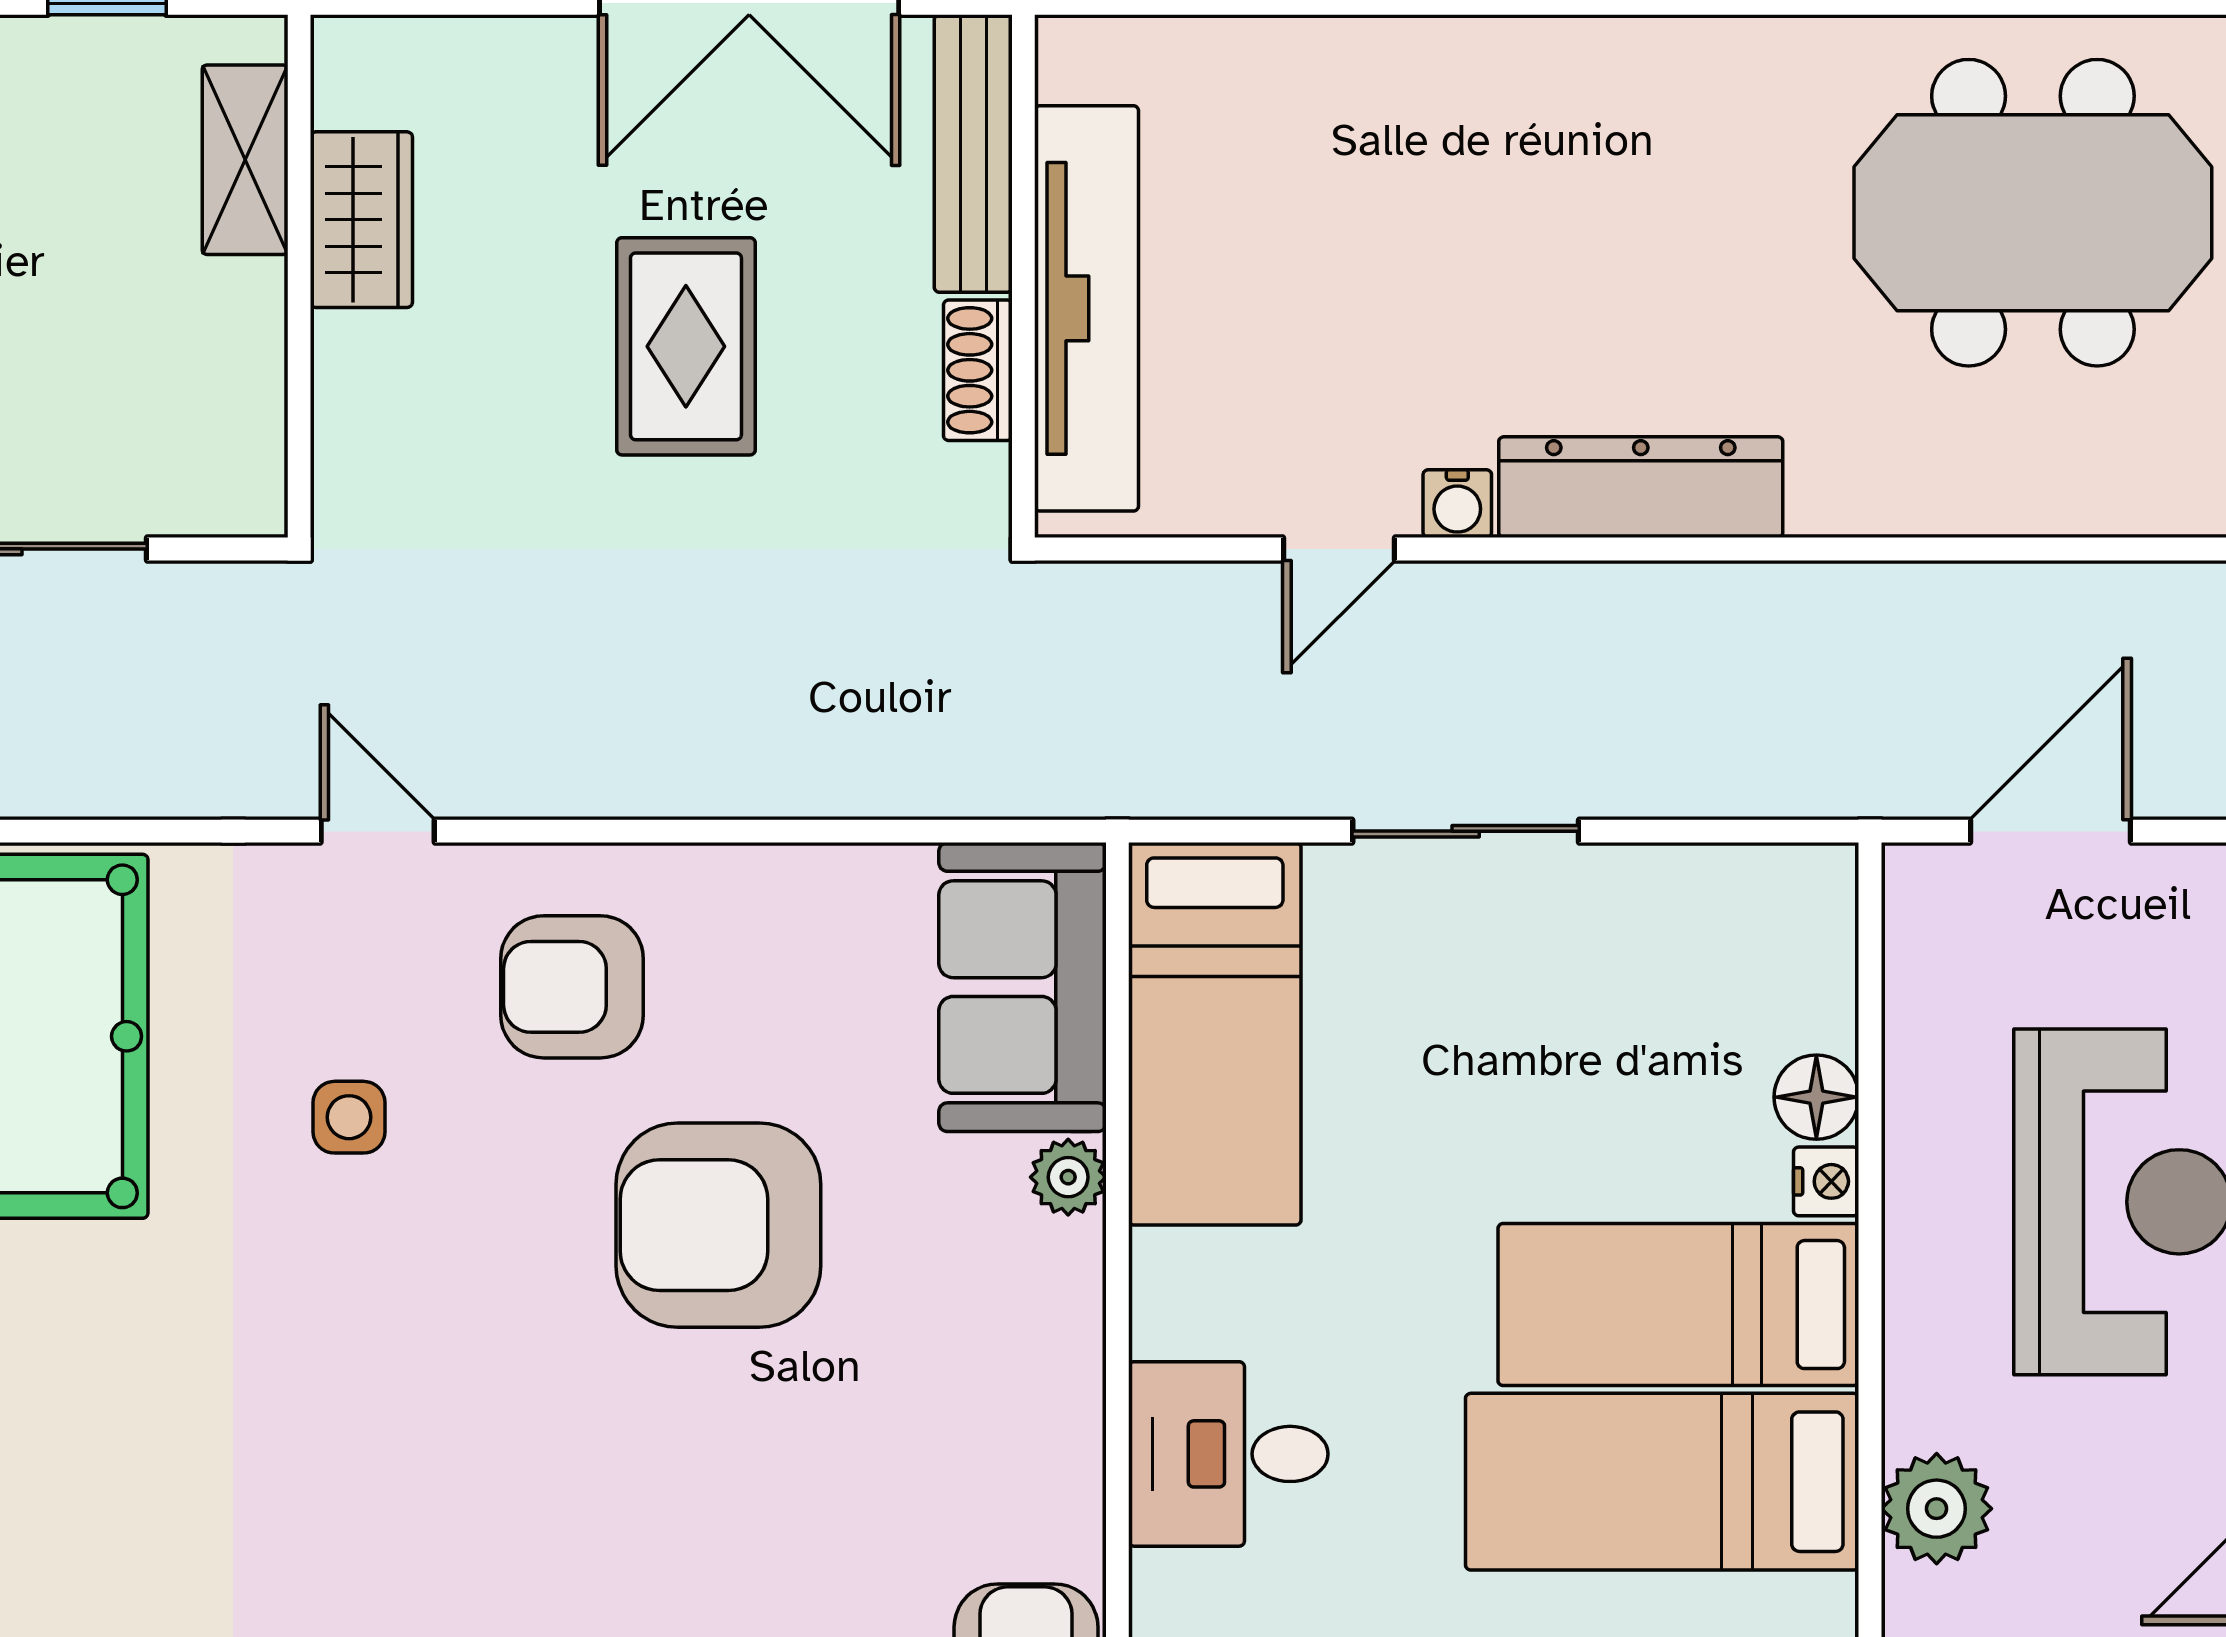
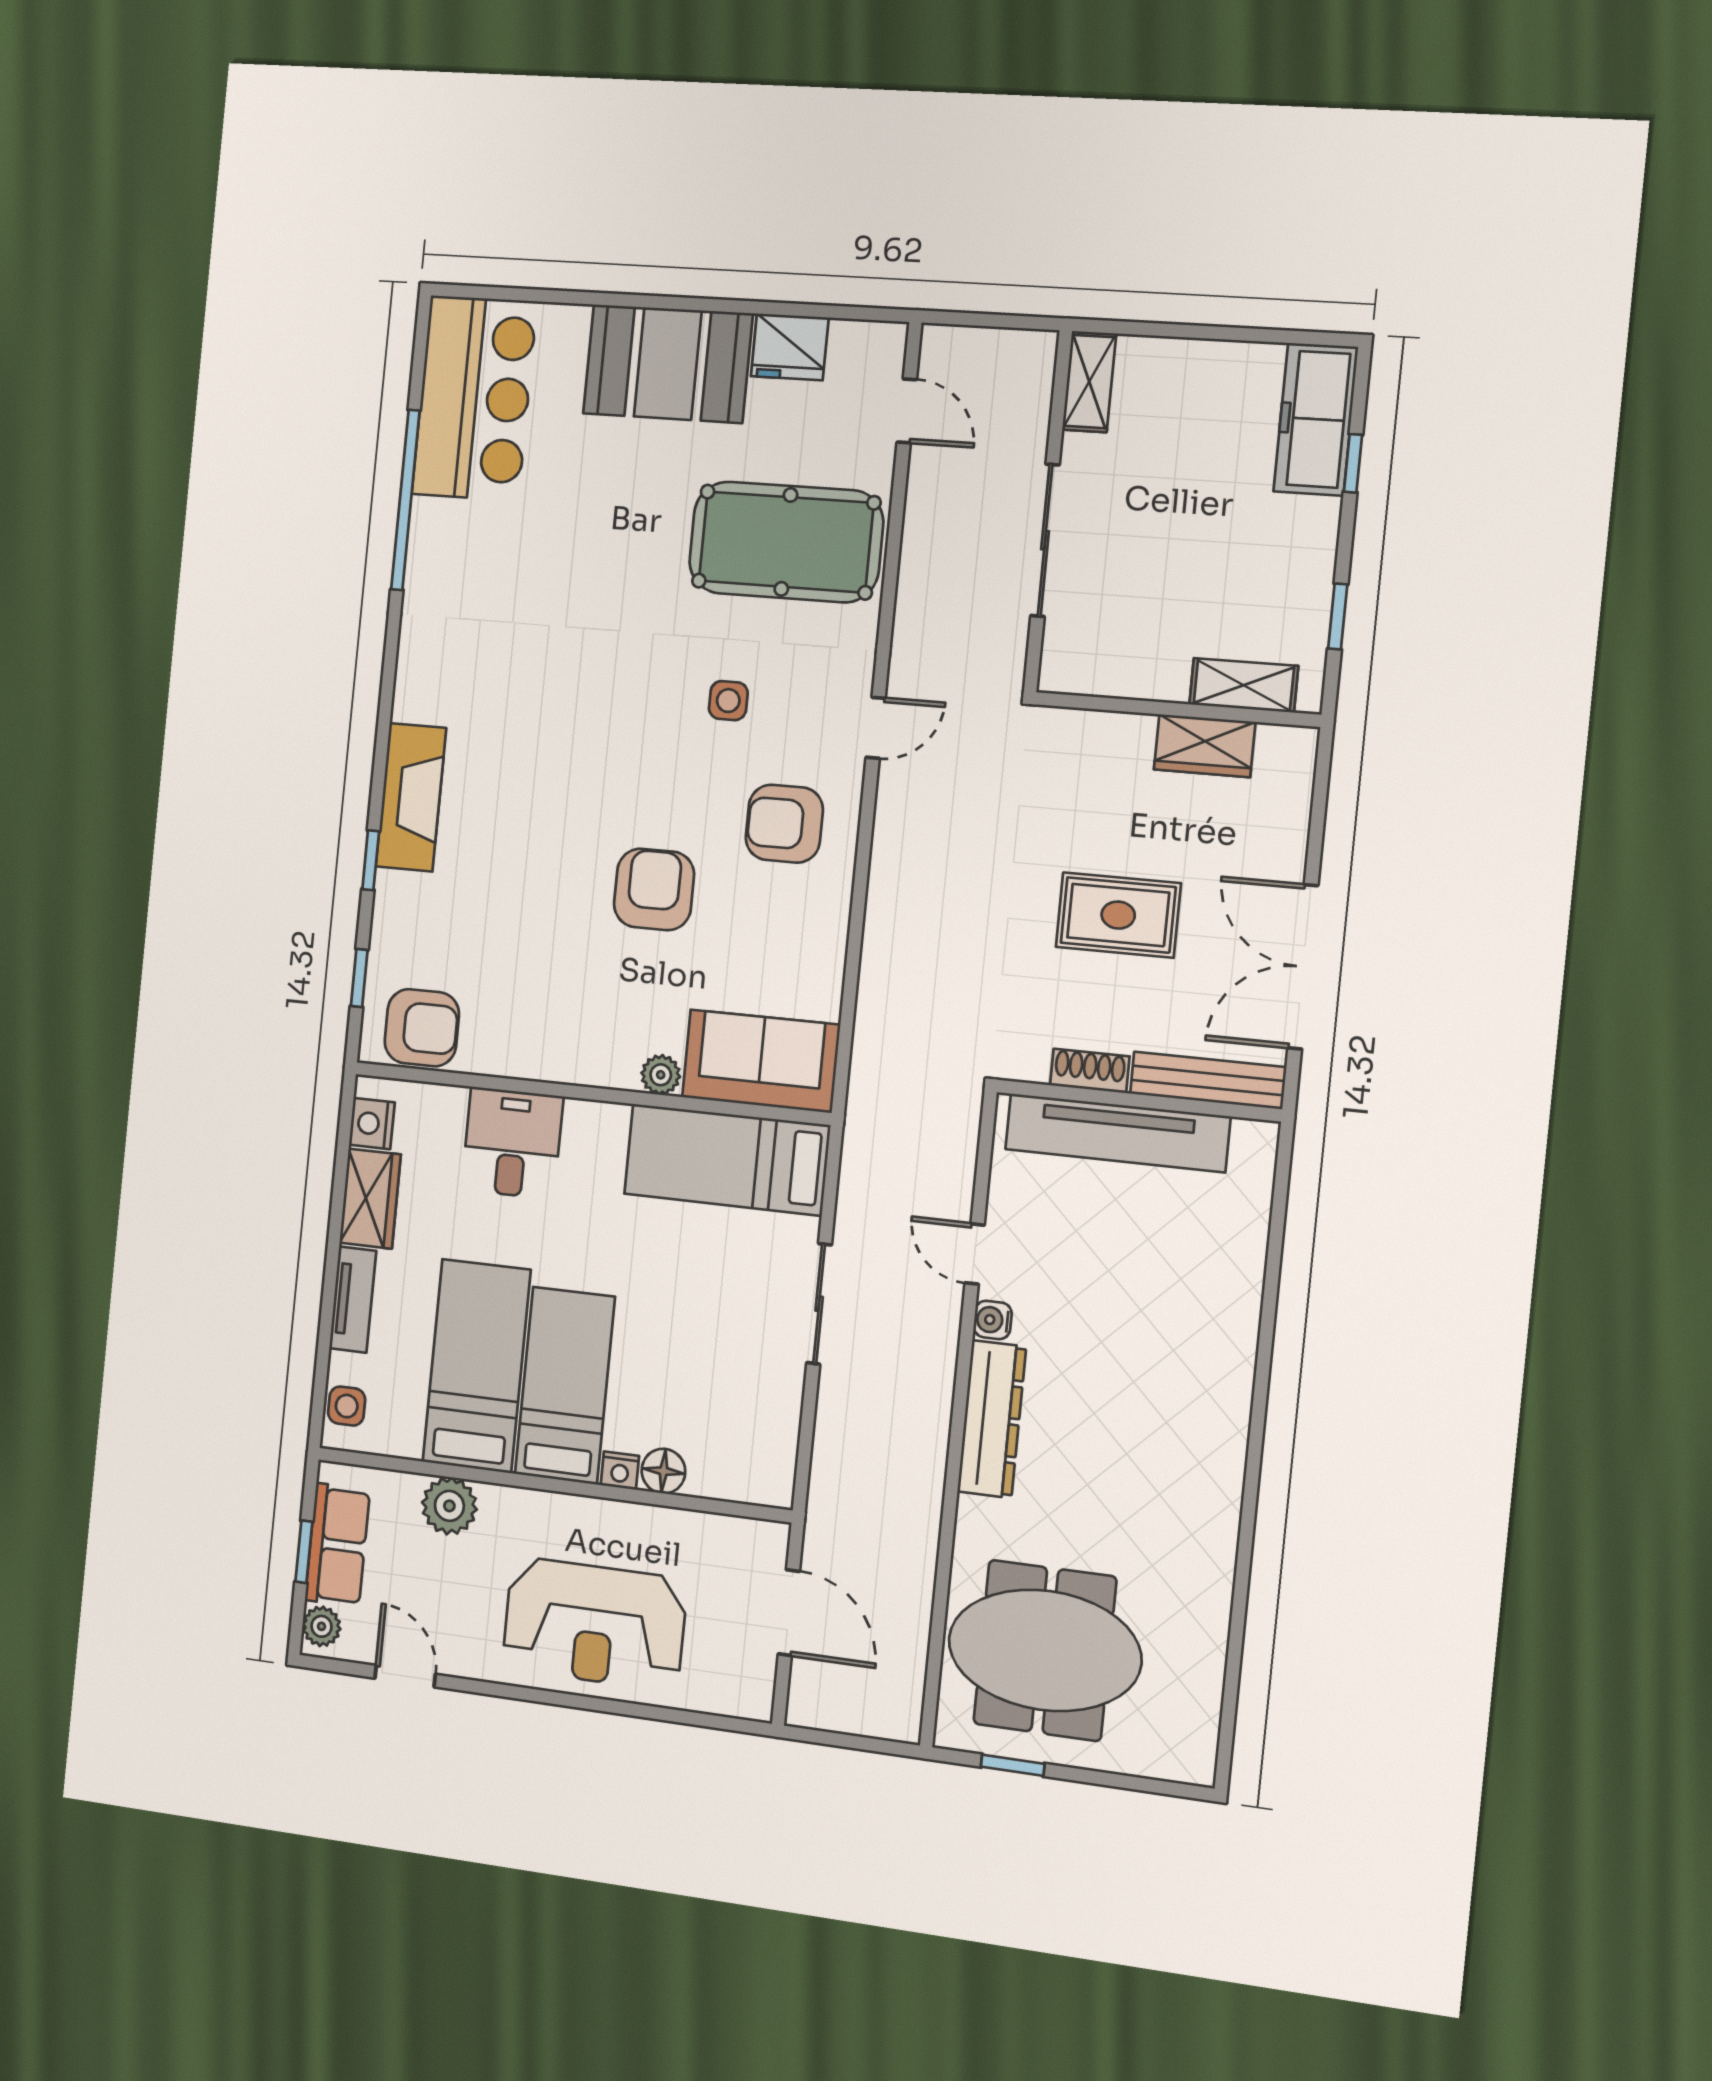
meeting table: (2033, 213) -> (1045, 1650), moved, turned 90
armchair: (572, 987) -> (784, 824), turned -90
armchair: (718, 1225) -> (654, 889), width x0.73, depth x0.73

